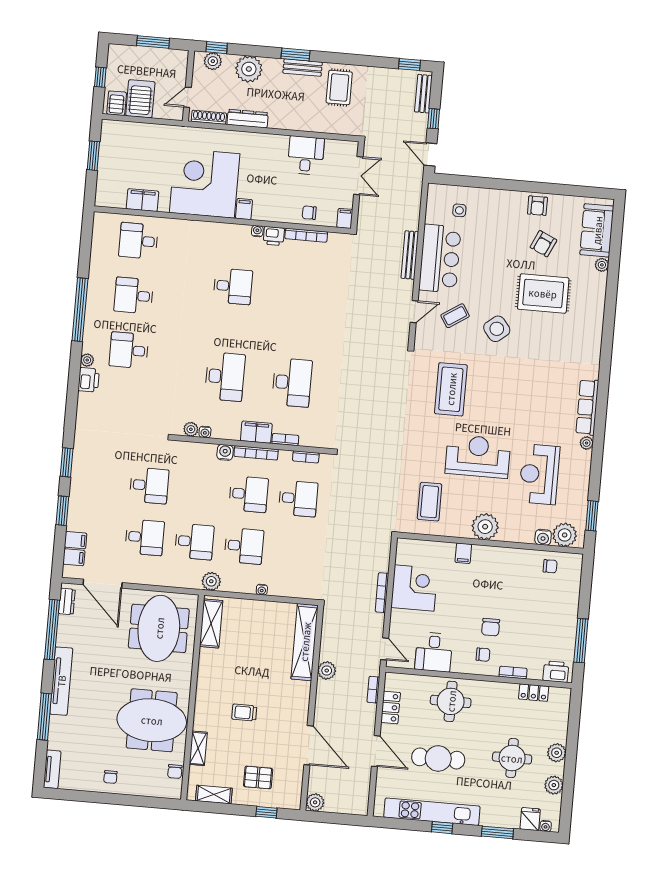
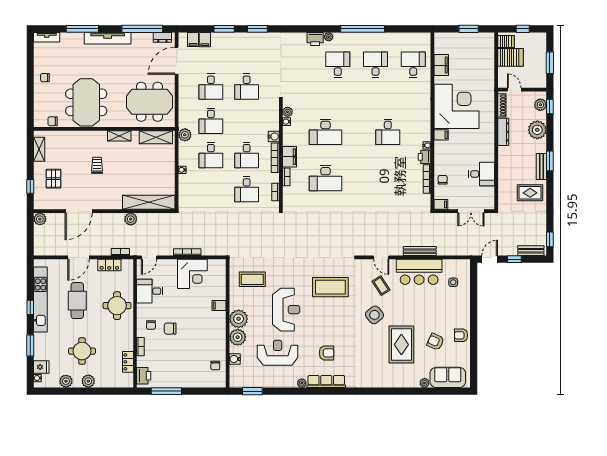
armchair: (546, 403) -> (326, 353), added
plant: (565, 535) -> (238, 337), moved
shelving: (198, 748) -> (119, 136), moved

